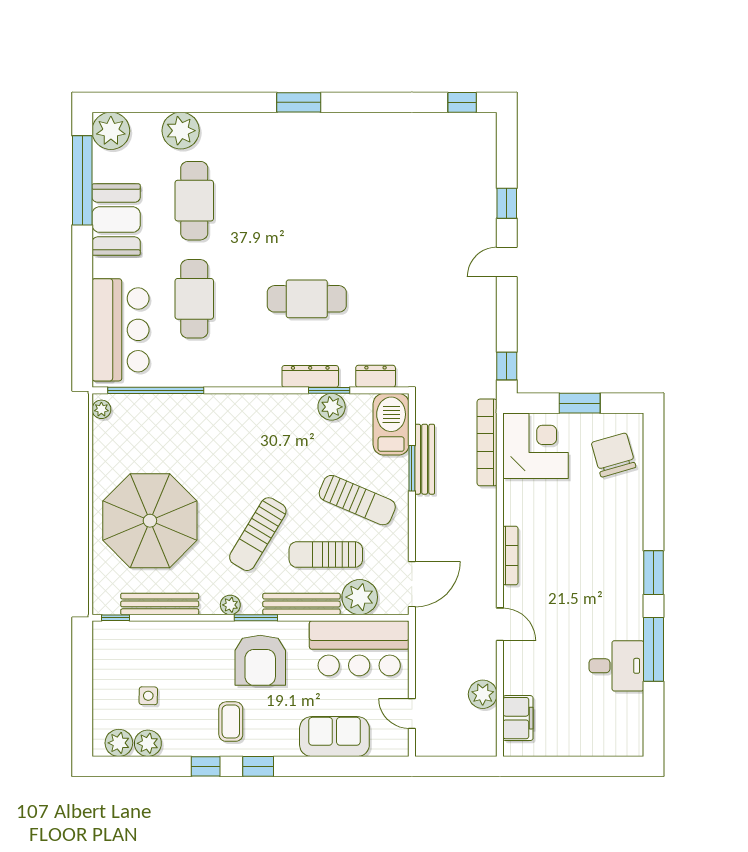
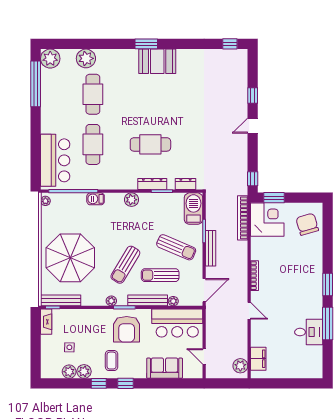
booth: (116, 220) -> (157, 61), moved, turned 90
window: (580, 403) -> (274, 198), moved
barbecue: (200, 405) -> (96, 199), added
plant: (332, 407) -> (131, 200), moved
bench: (425, 459) -> (211, 248), moved
plant: (360, 597) -> (173, 301), width x0.53, depth x0.53
bench: (160, 604) -> (61, 300), moved
fireplace: (103, 646) -> (46, 322), added
plant: (483, 694) -> (240, 366), moved
plant: (119, 743) -> (84, 371), moved

